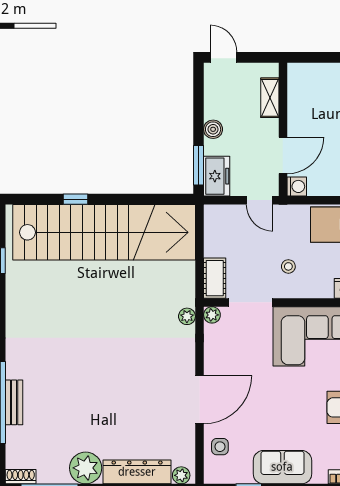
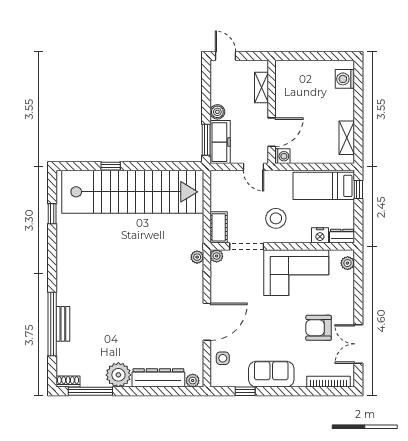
freezer: (217, 176) -> (220, 142), width x1.40
stool: (288, 266) -> (276, 218), width x1.89, depth x1.89

